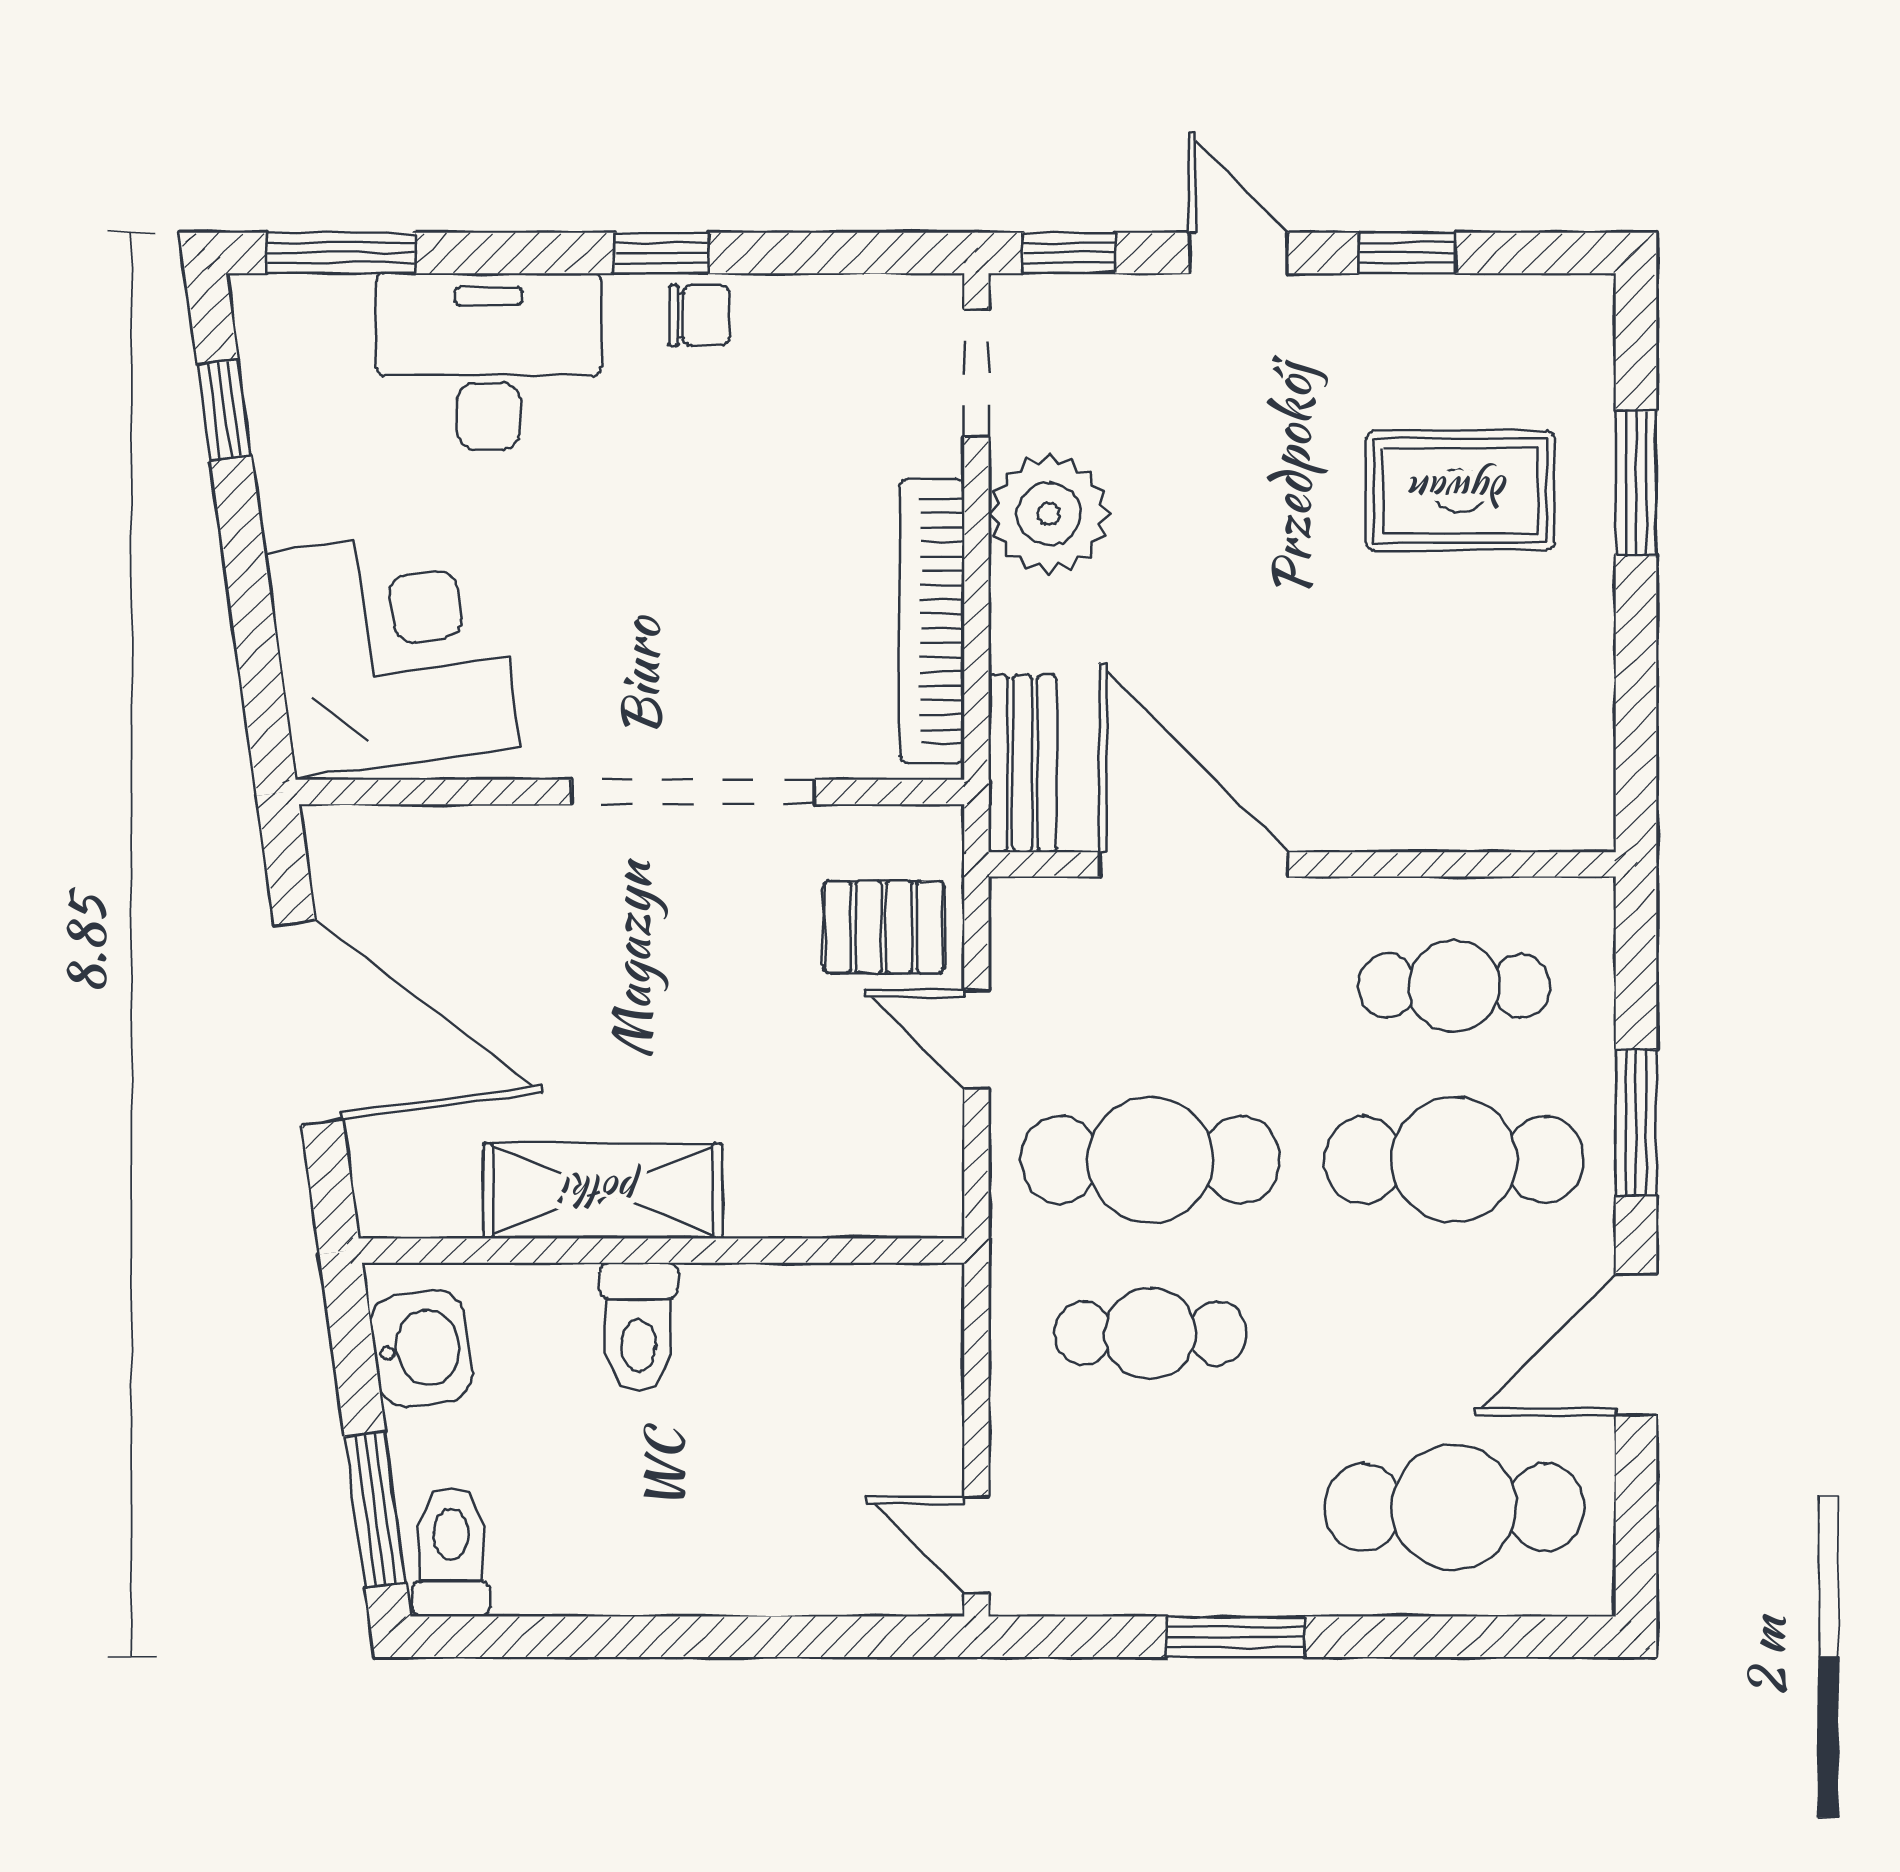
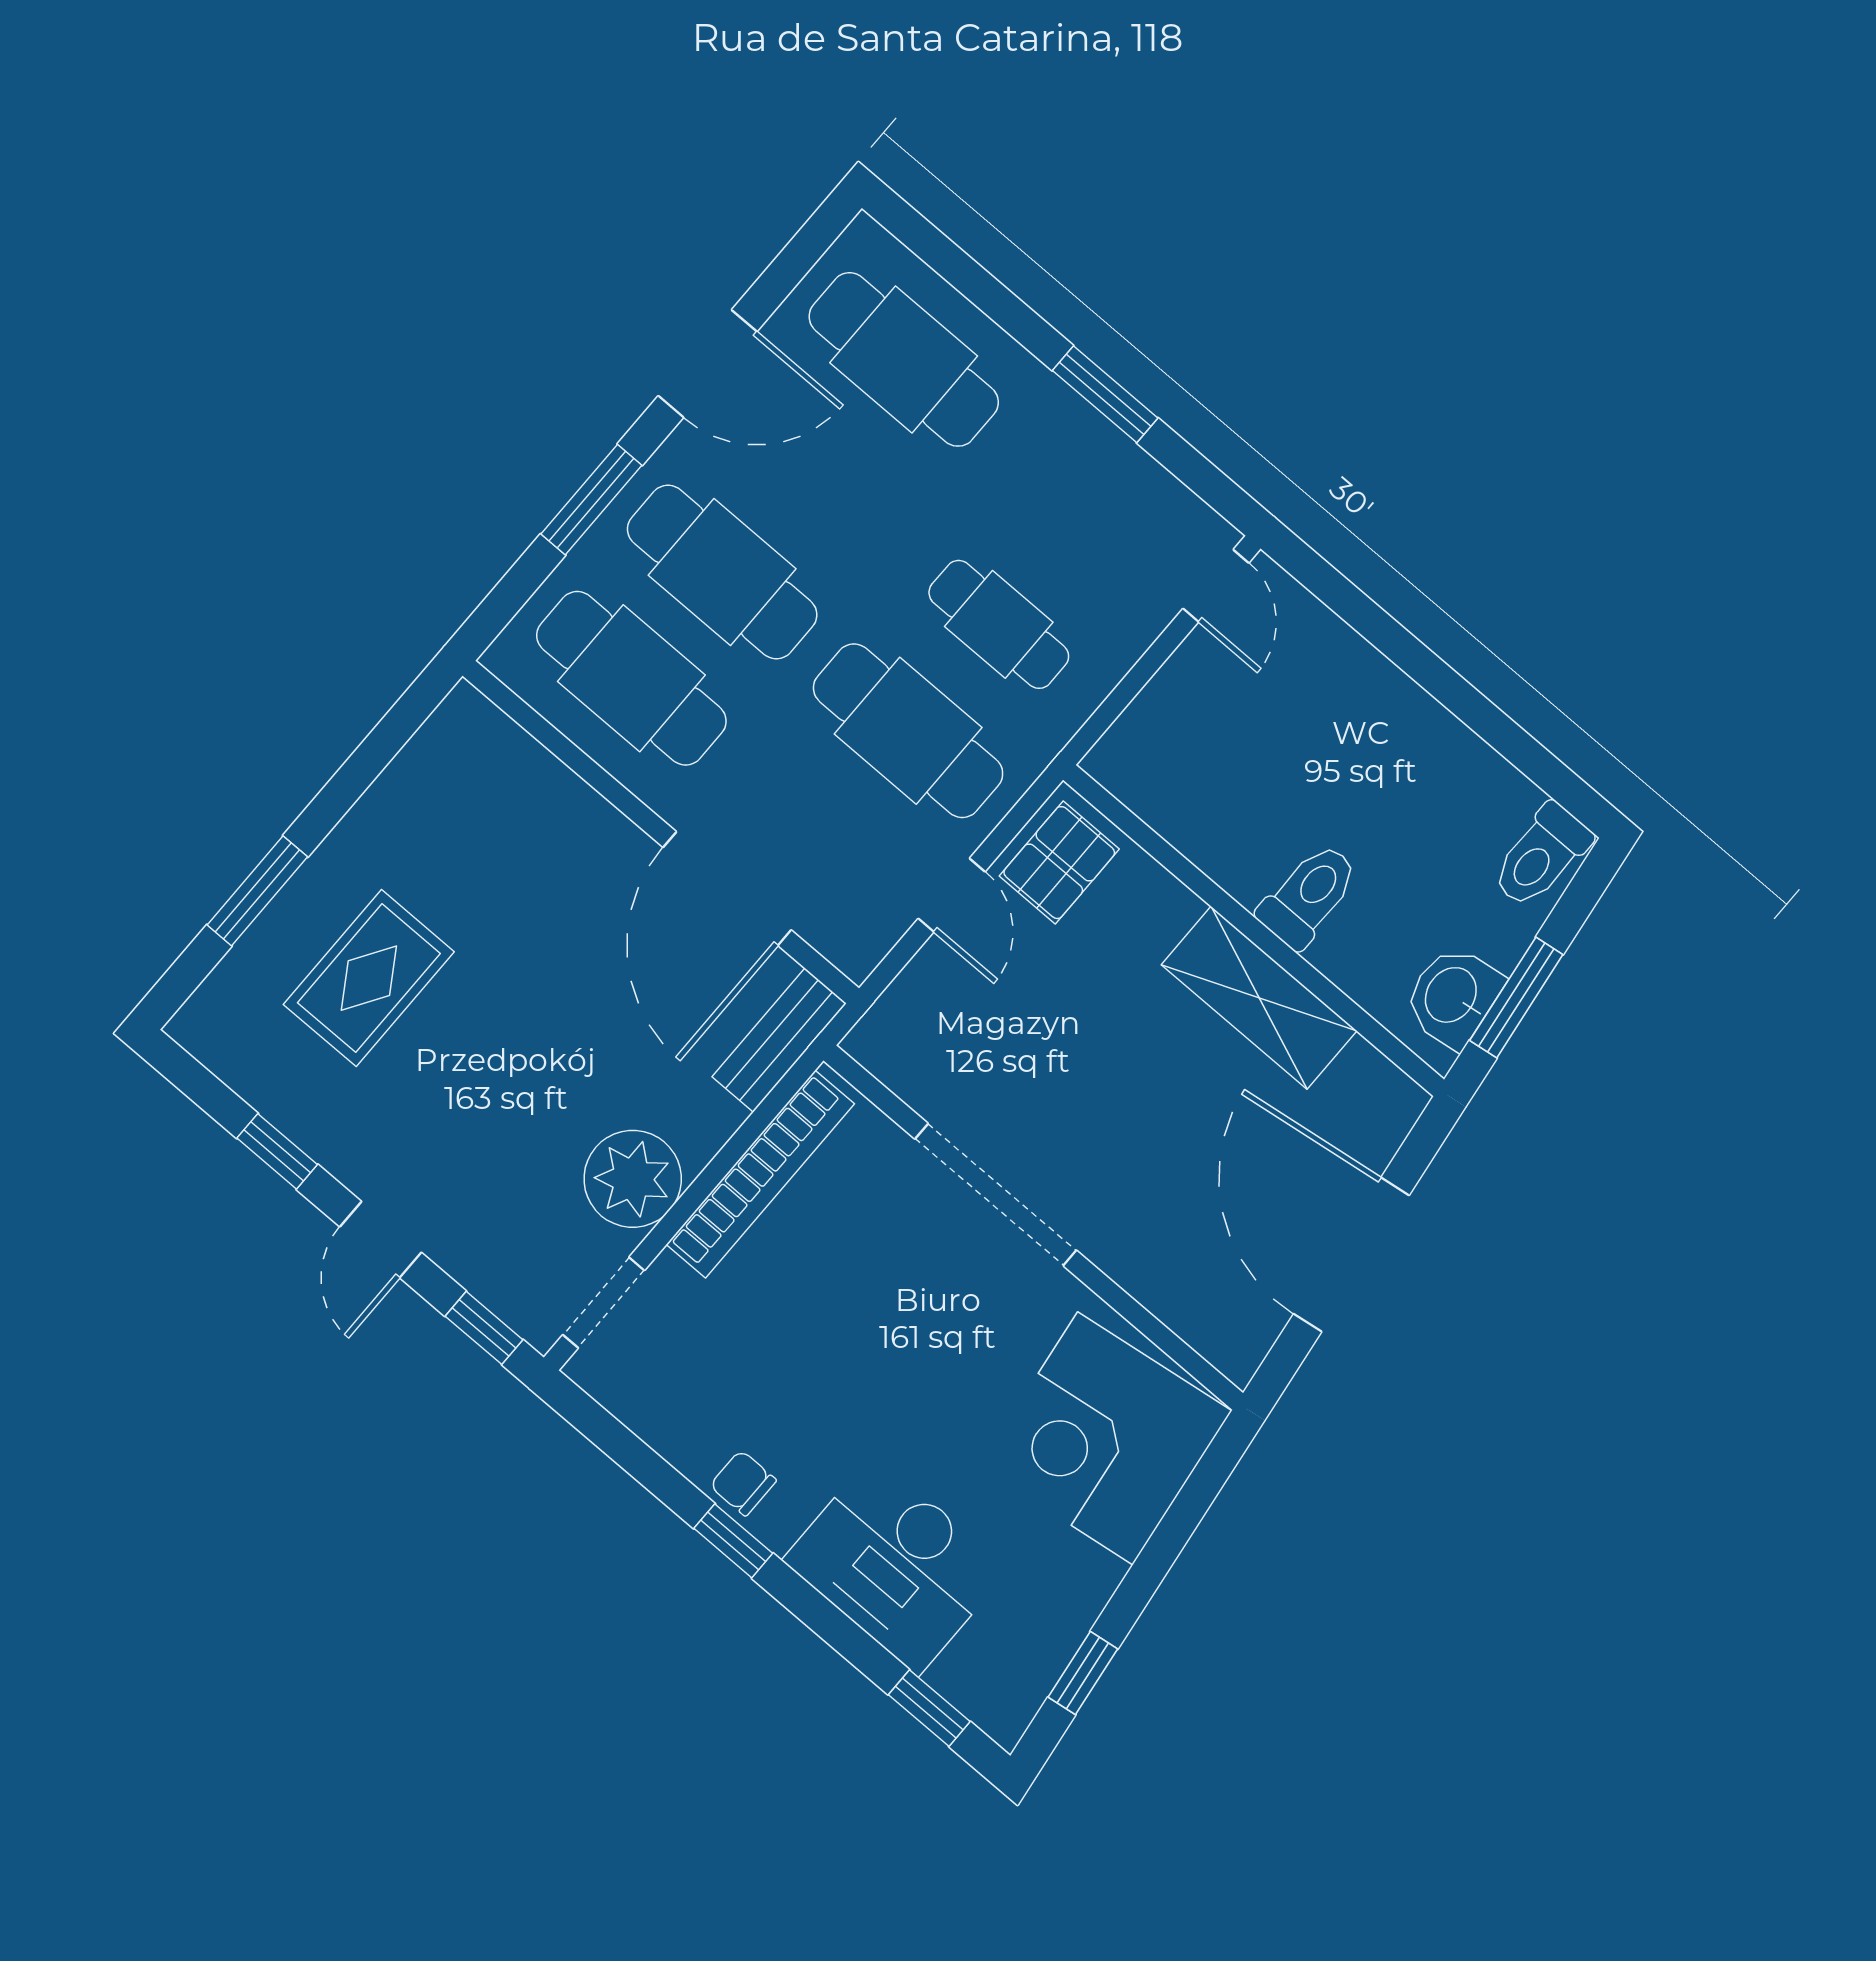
window: (341, 253) -> (929, 1708), width x0.67
rug: (1460, 491) -> (369, 978), turned 90
pallet: (884, 927) -> (1059, 863), moved, turned 90
cafe table: (1454, 986) -> (631, 678), width x1.37, depth x1.35
window: (375, 1509) -> (1516, 997), moved

